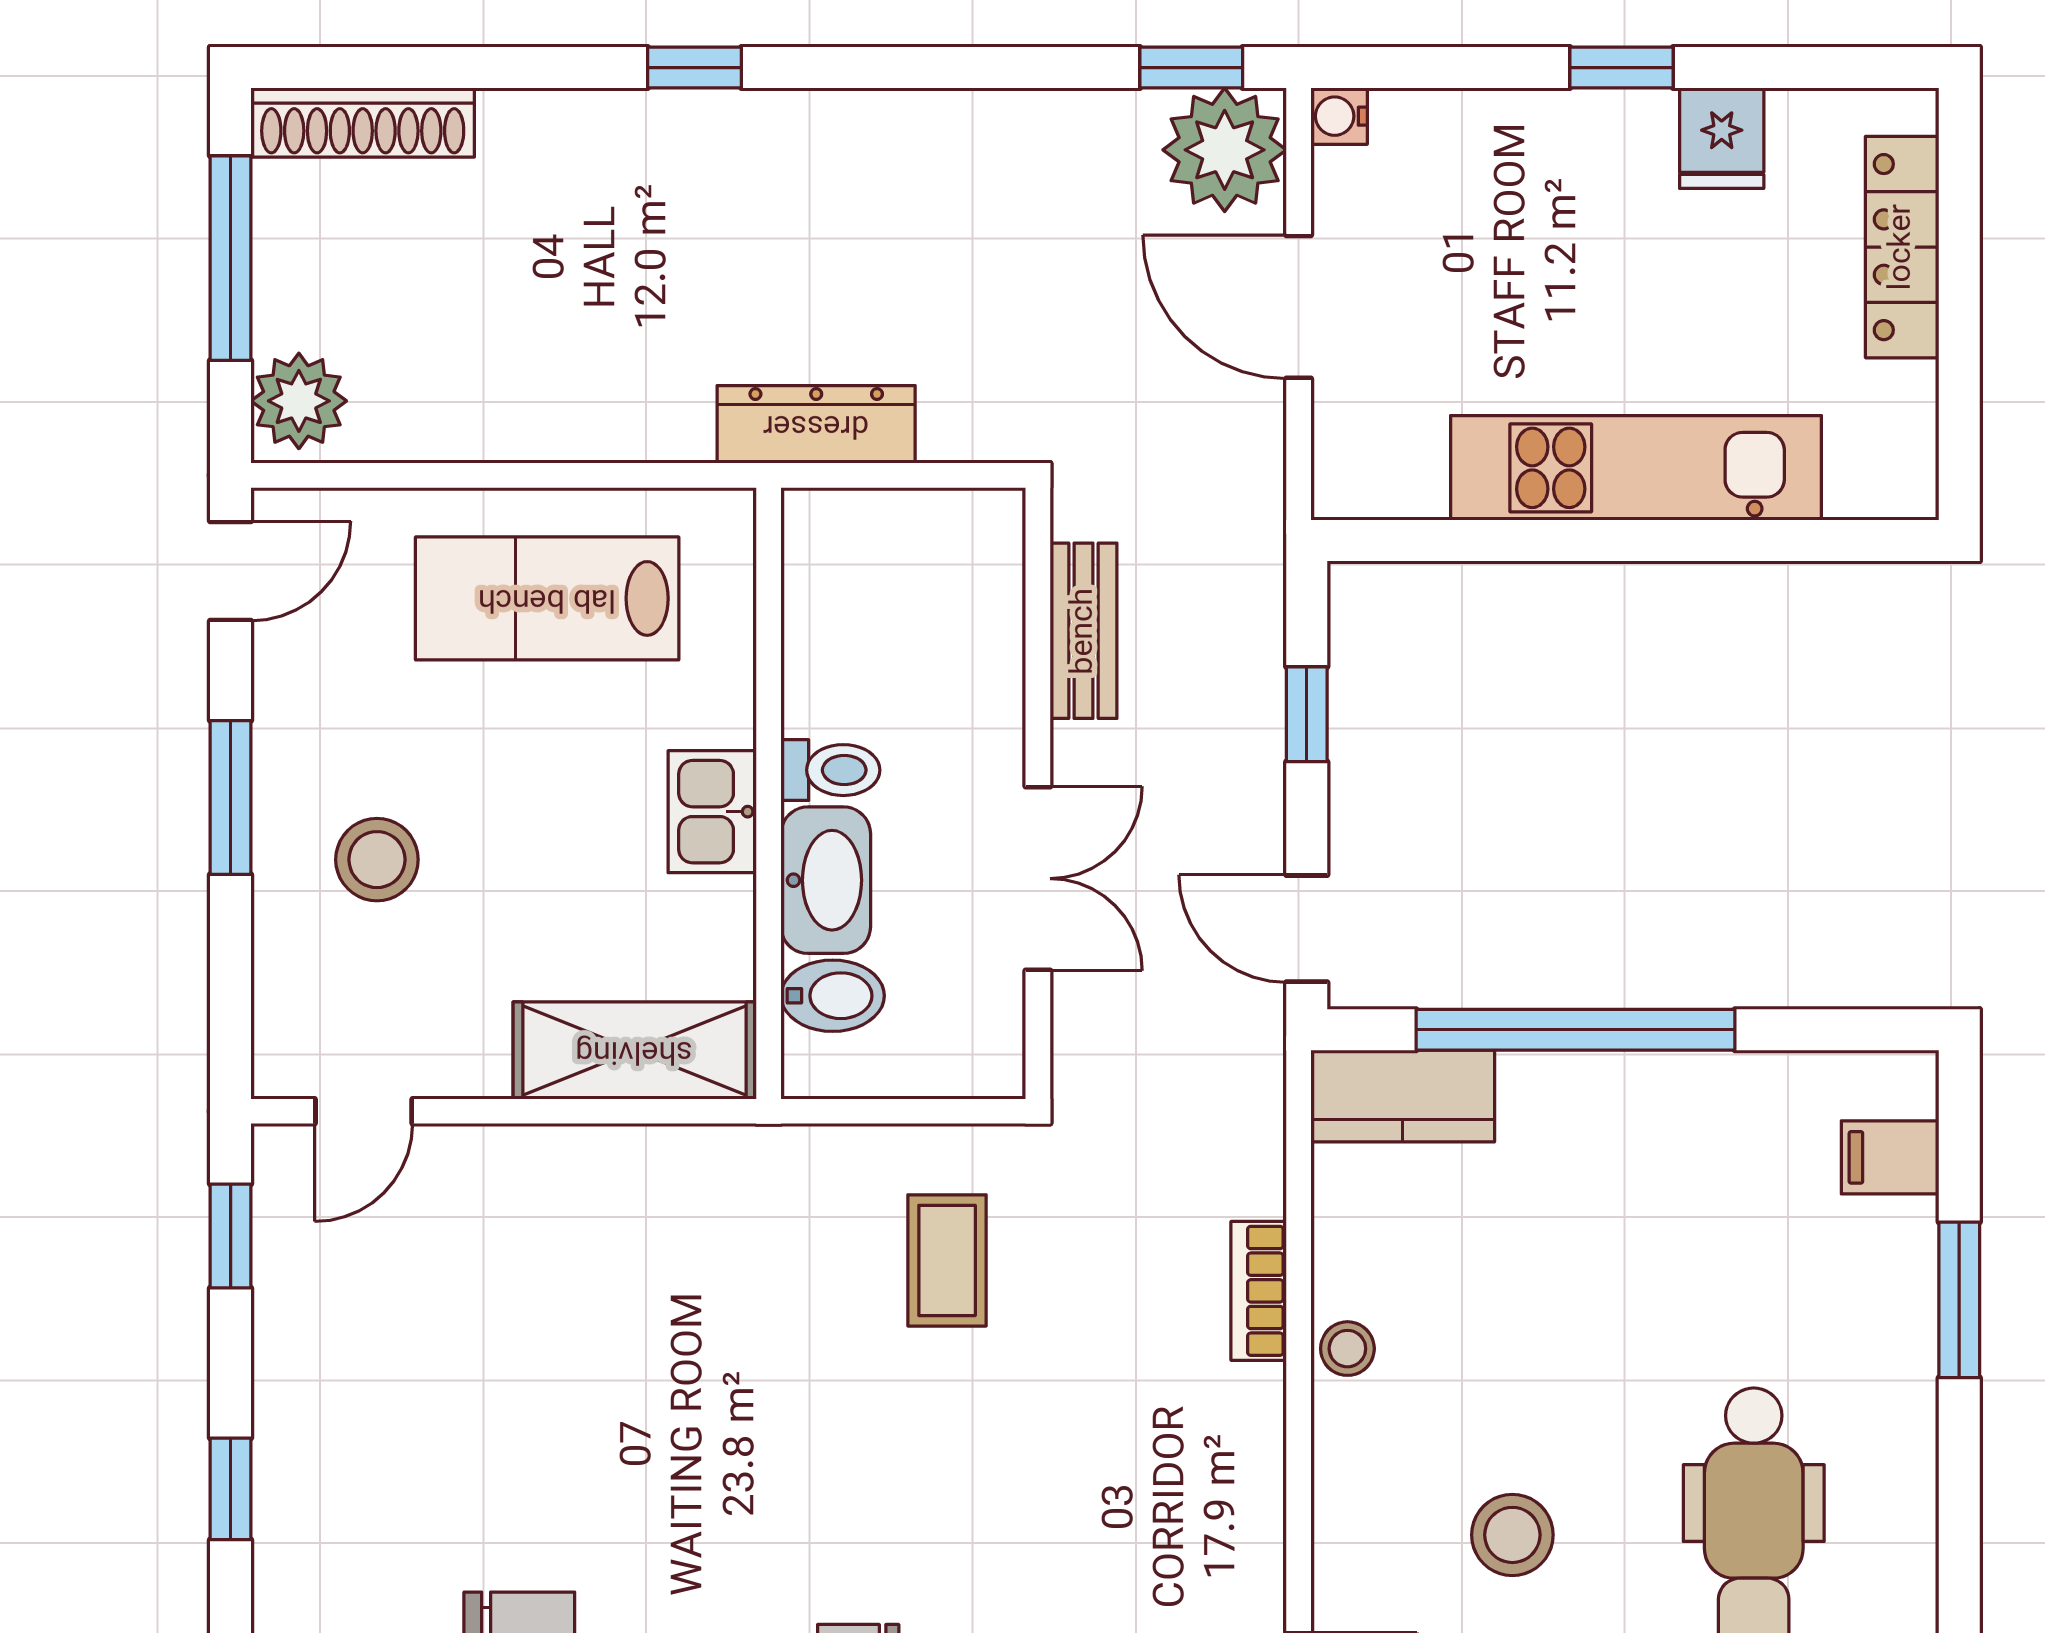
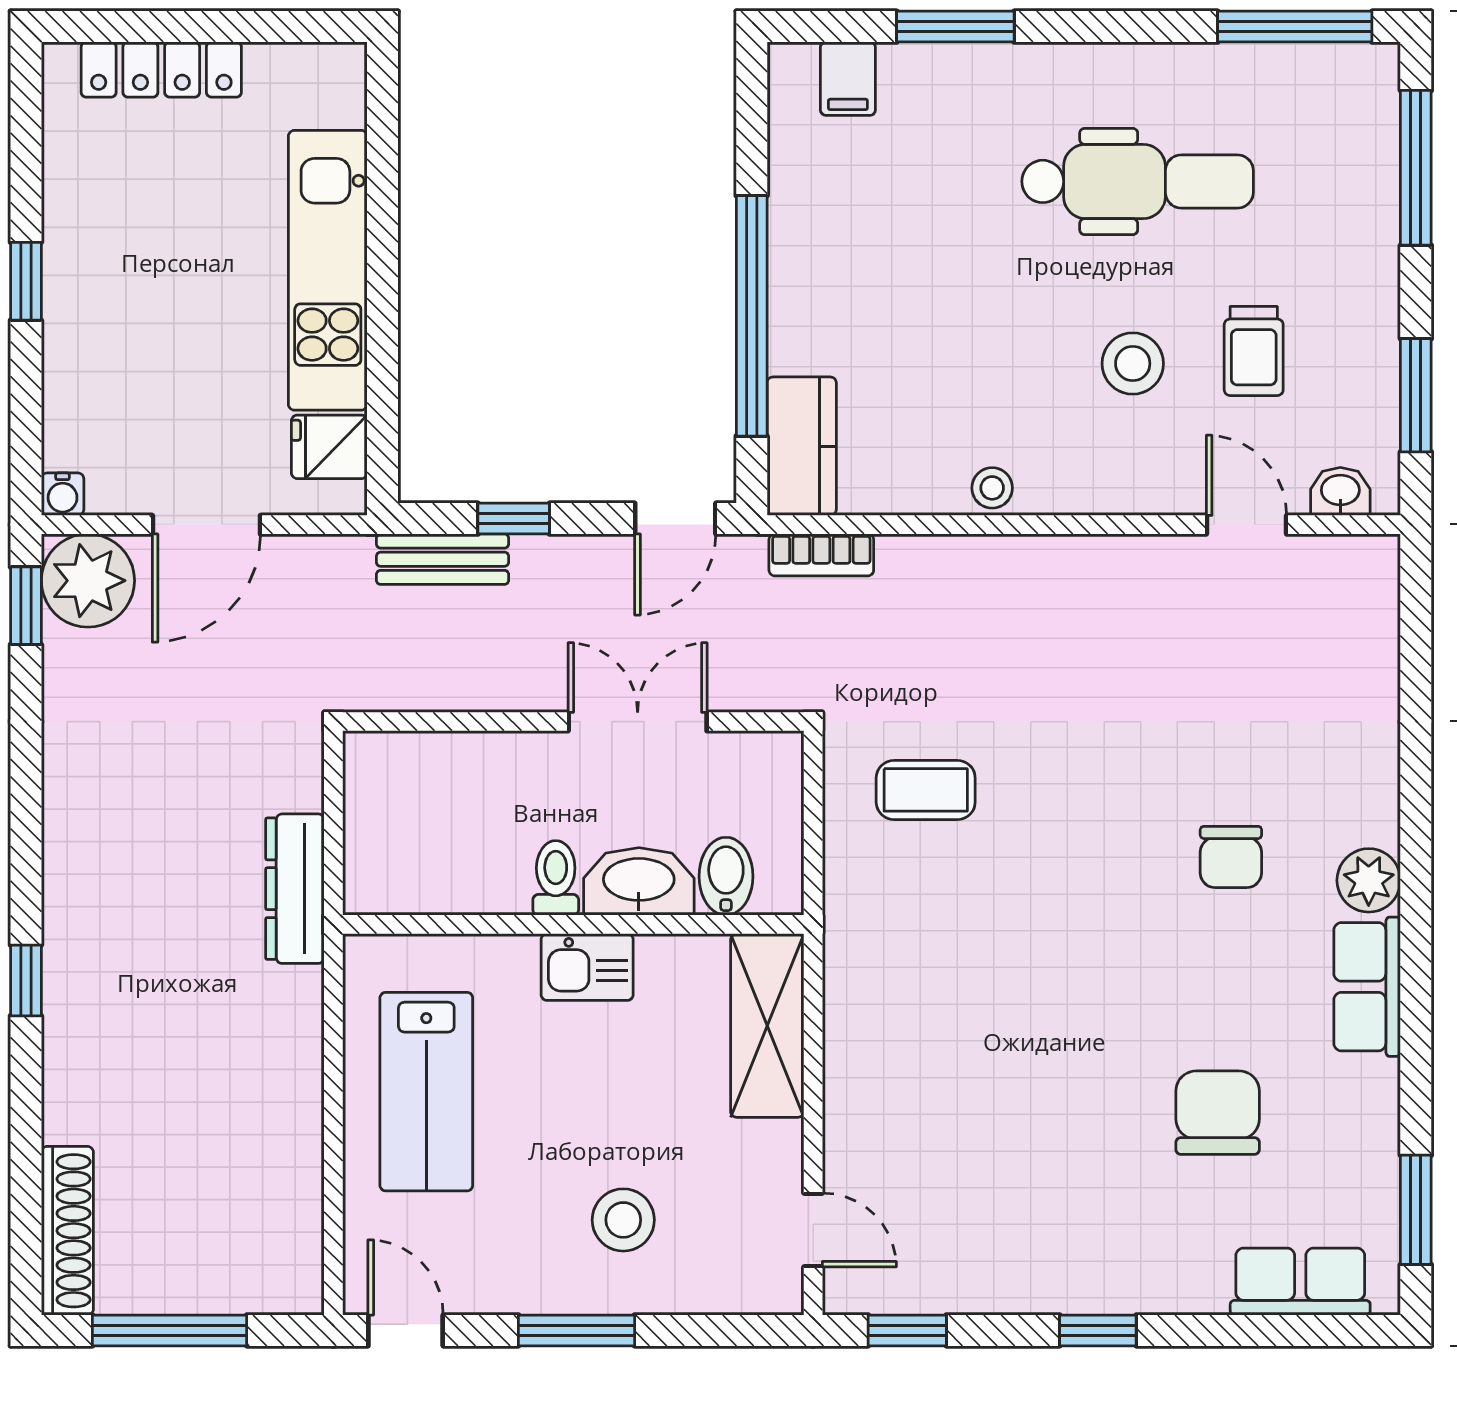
fridge: (1722, 138) -> (329, 447), moved, turned 180
plant: (299, 401) -> (277, 1279), removed
bench: (1084, 631) -> (443, 559), moved
bookcase: (1259, 1291) -> (821, 555), moved

